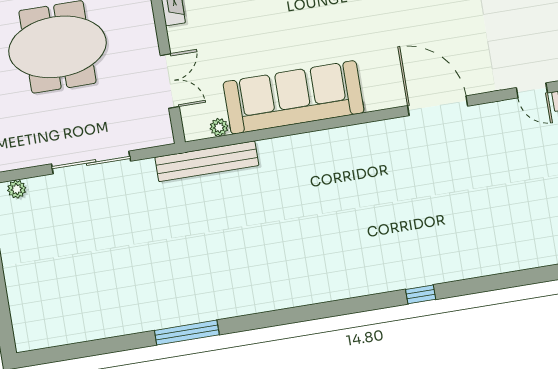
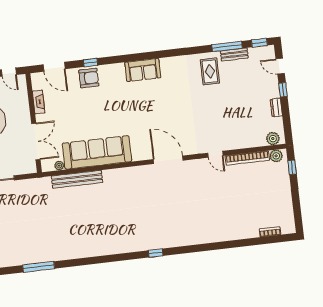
double door: (170, 81) -> (36, 141), width x1.37
bench: (207, 161) -> (77, 179), moved

